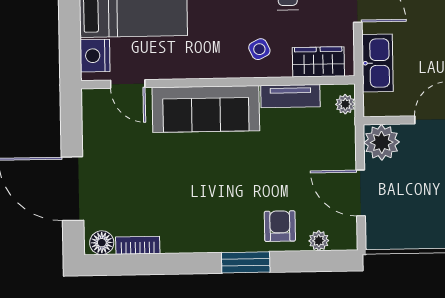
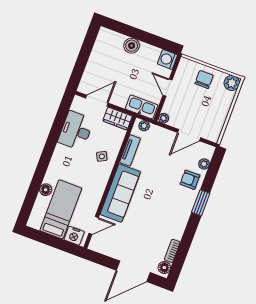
wardrobe: (318, 62) -> (118, 119), moved, turned -90
kitchen sink: (377, 63) -> (142, 107), moved
plant: (382, 142) -> (163, 118), width x0.53, depth x0.53

